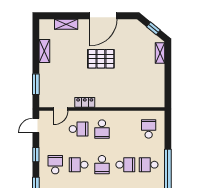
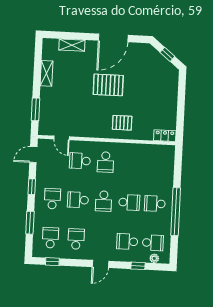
shelving: (160, 53) -> (173, 82), removed
pallet: (115, 93) -> (122, 123), added
locker: (85, 102) -> (165, 136), moved
door: (61, 109) -> (62, 138), hinge flipped
school desk: (79, 129) -> (80, 161), turned 180
school desk: (149, 129) -> (157, 165), removed

